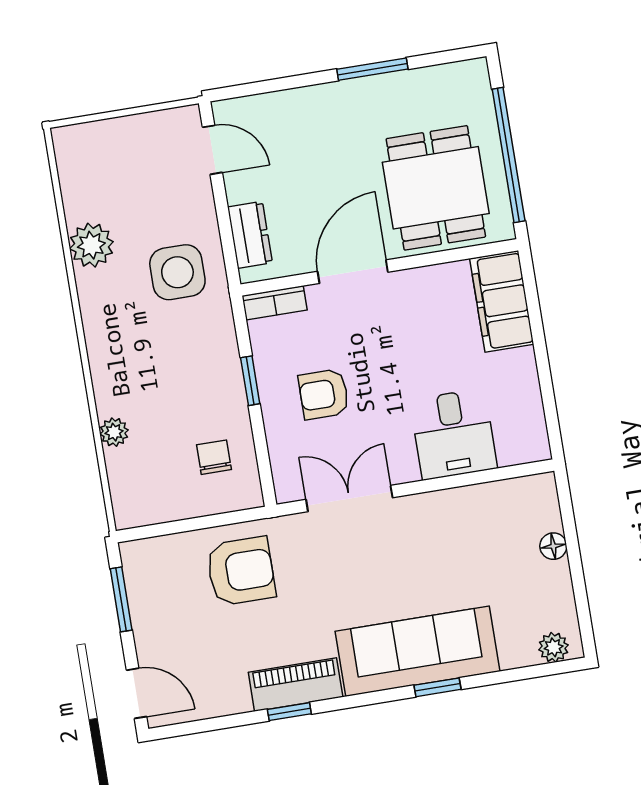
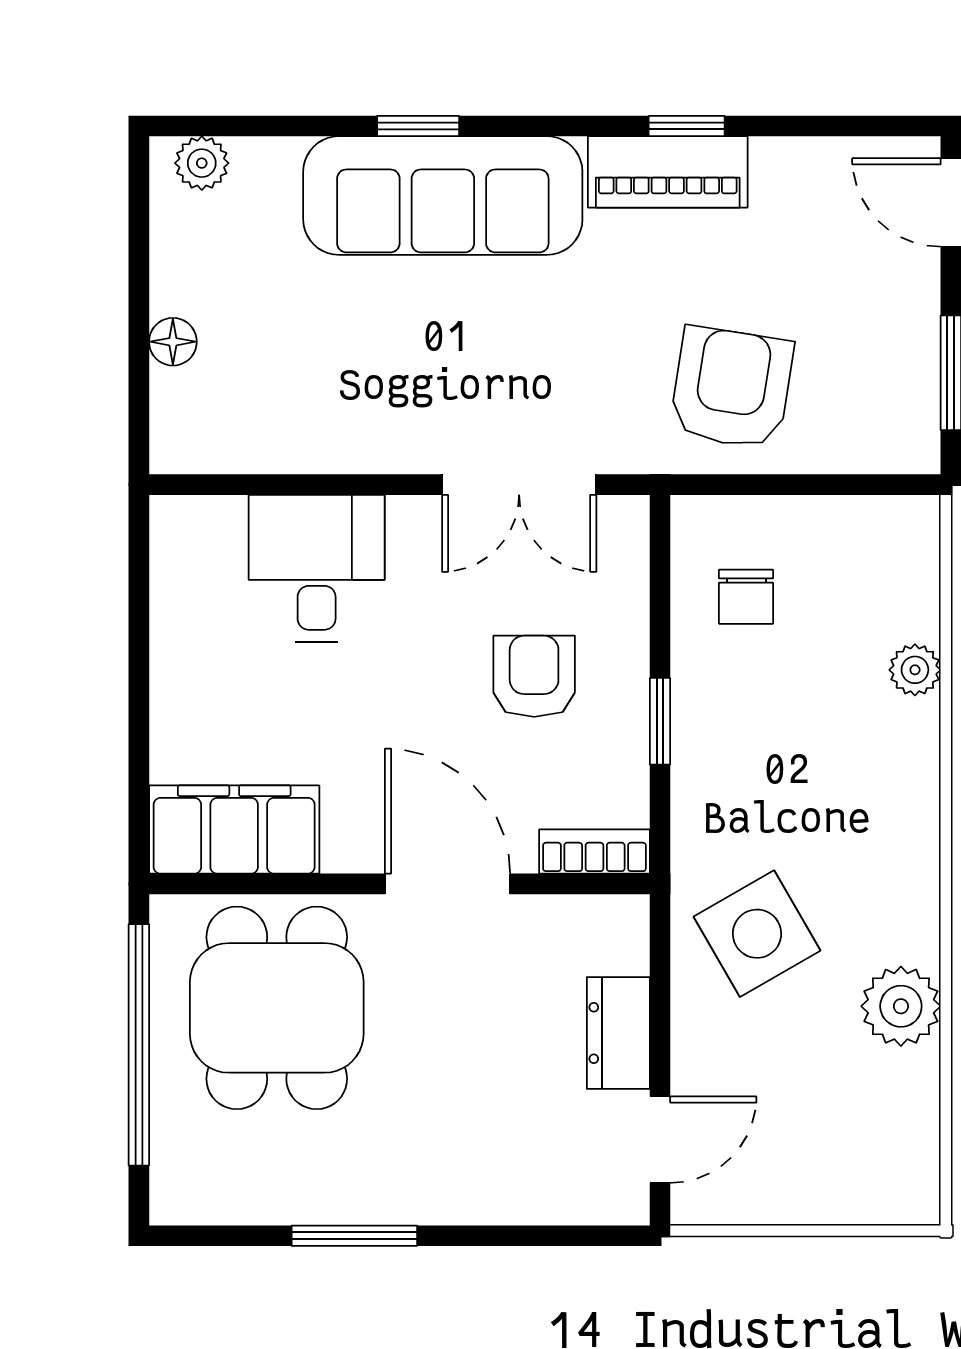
door: (212, 150) -> (660, 1140), swing flipped
dresser: (250, 235) -> (618, 1033), moved
side table: (177, 272) -> (757, 934), turned -30
door: (353, 272) -> (448, 884), swing flipped
filing cabinet: (502, 301) -> (234, 830), moved, turned -90
armchair: (324, 394) -> (534, 676), turned -90
armchair: (241, 571) -> (732, 388), turned 99

